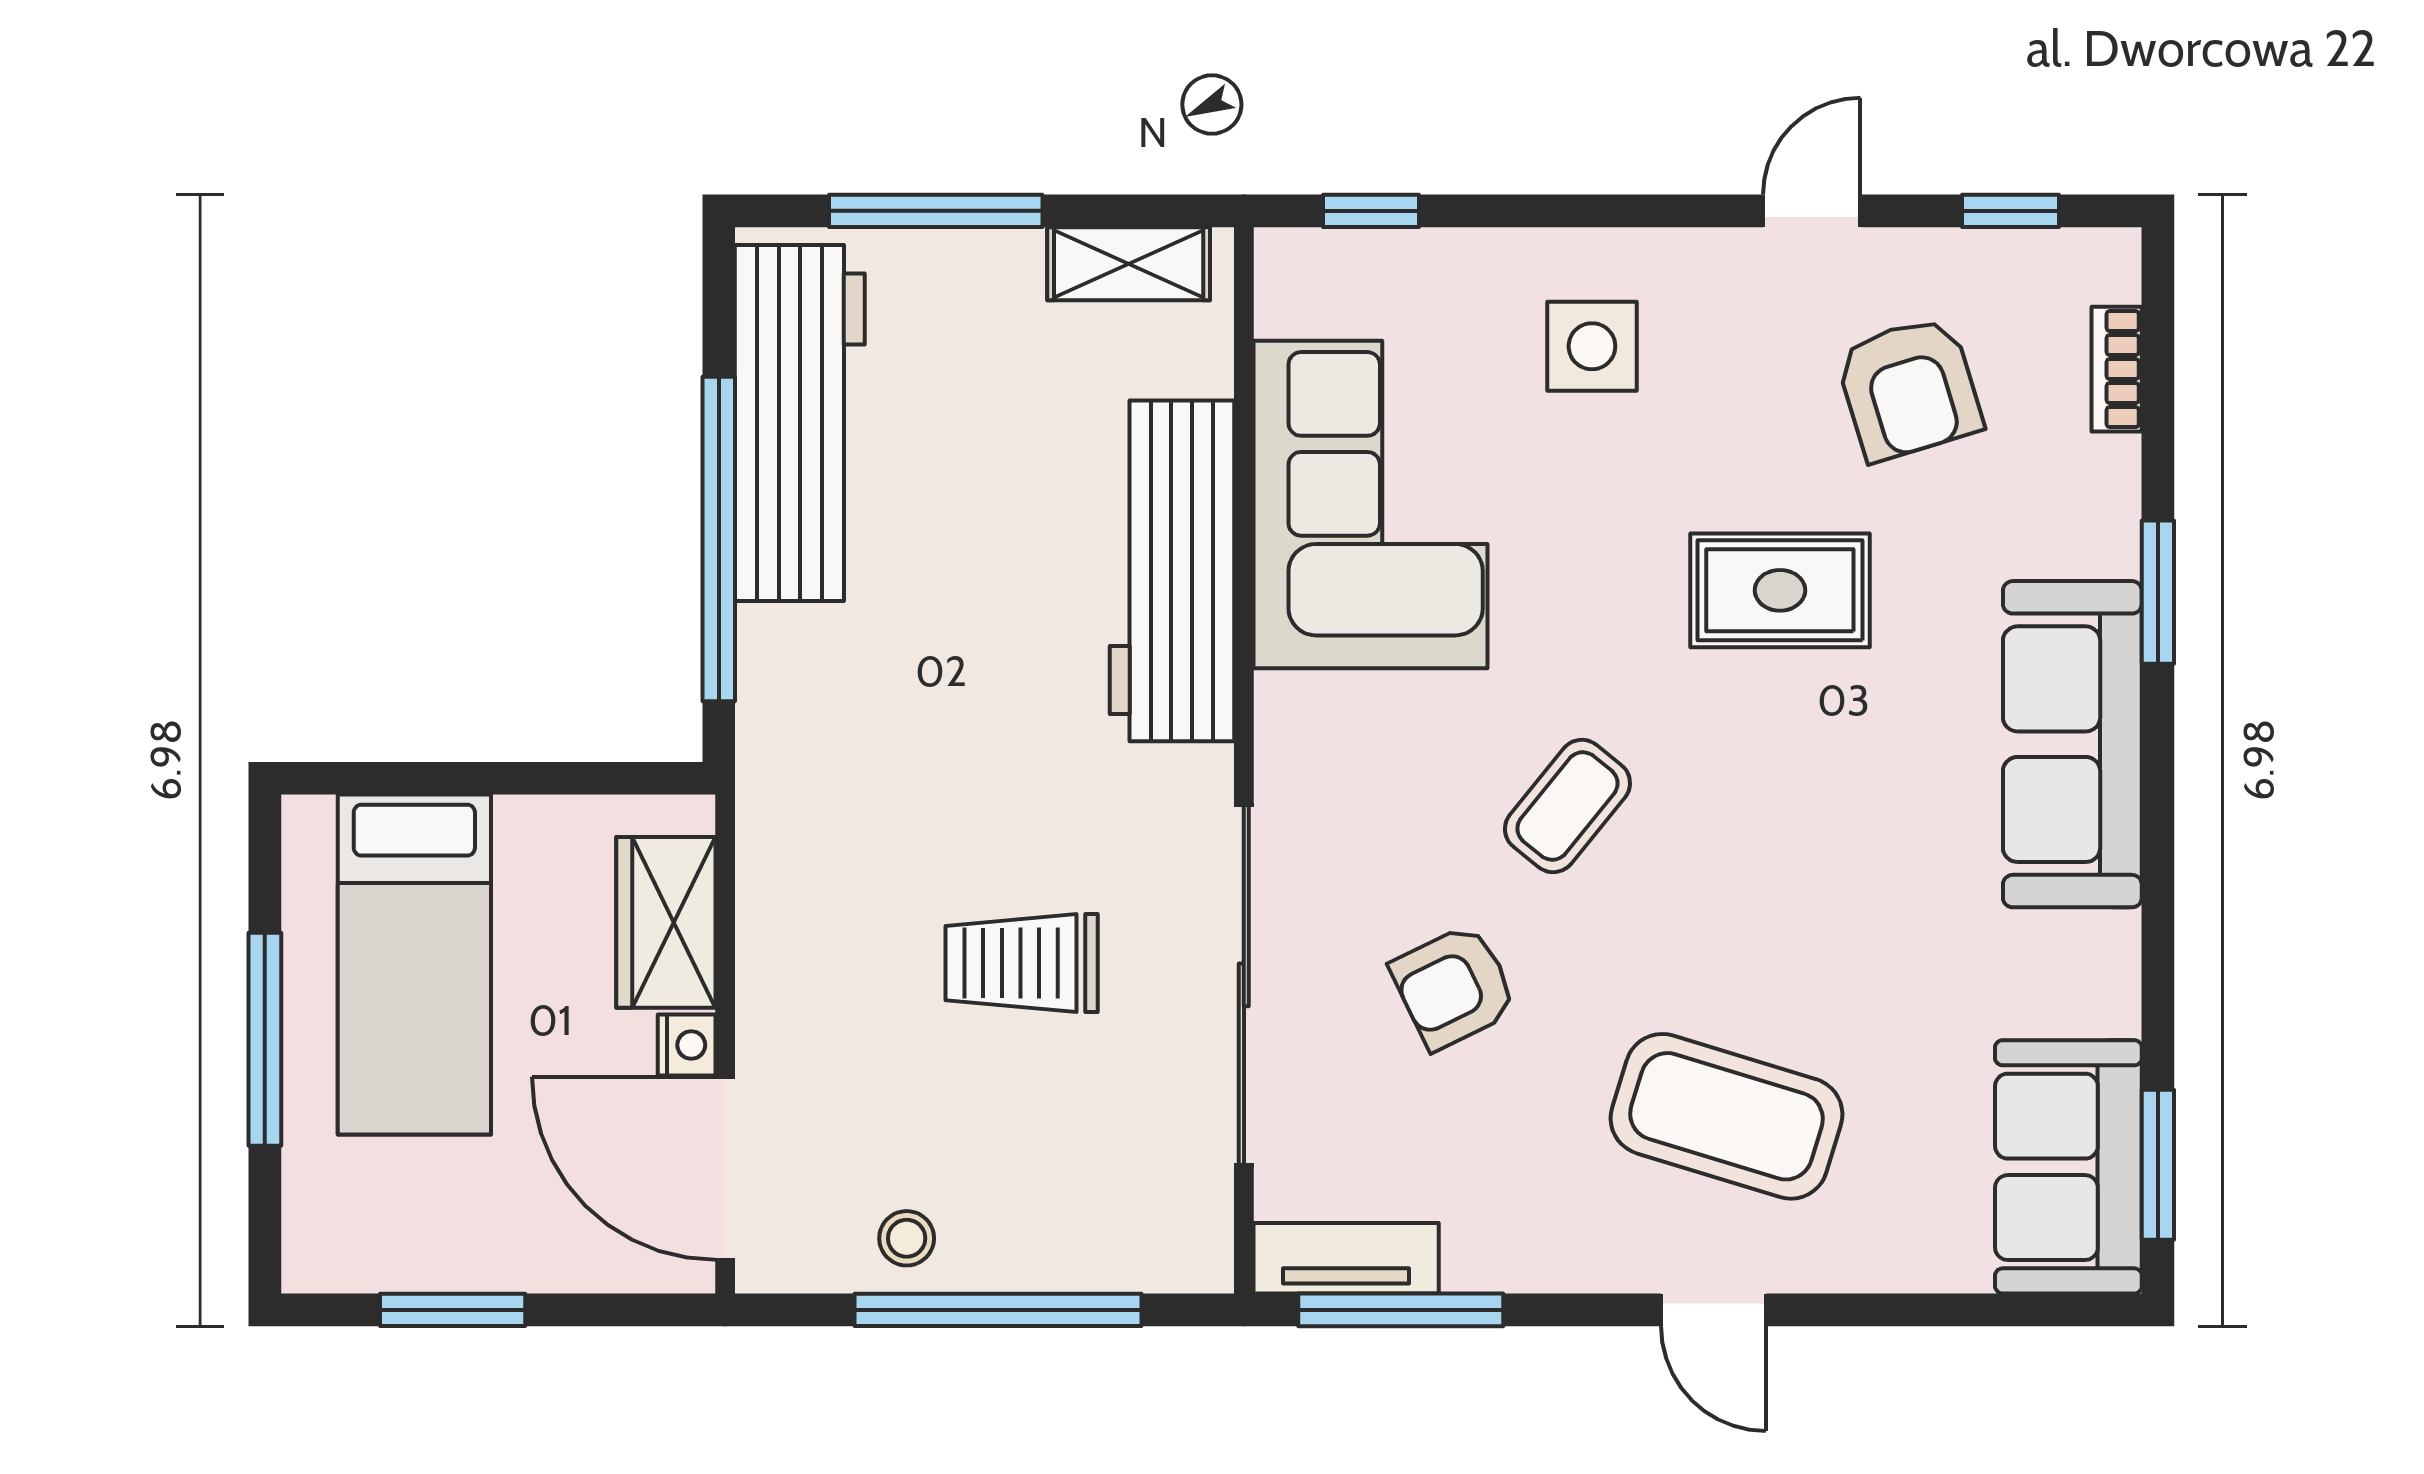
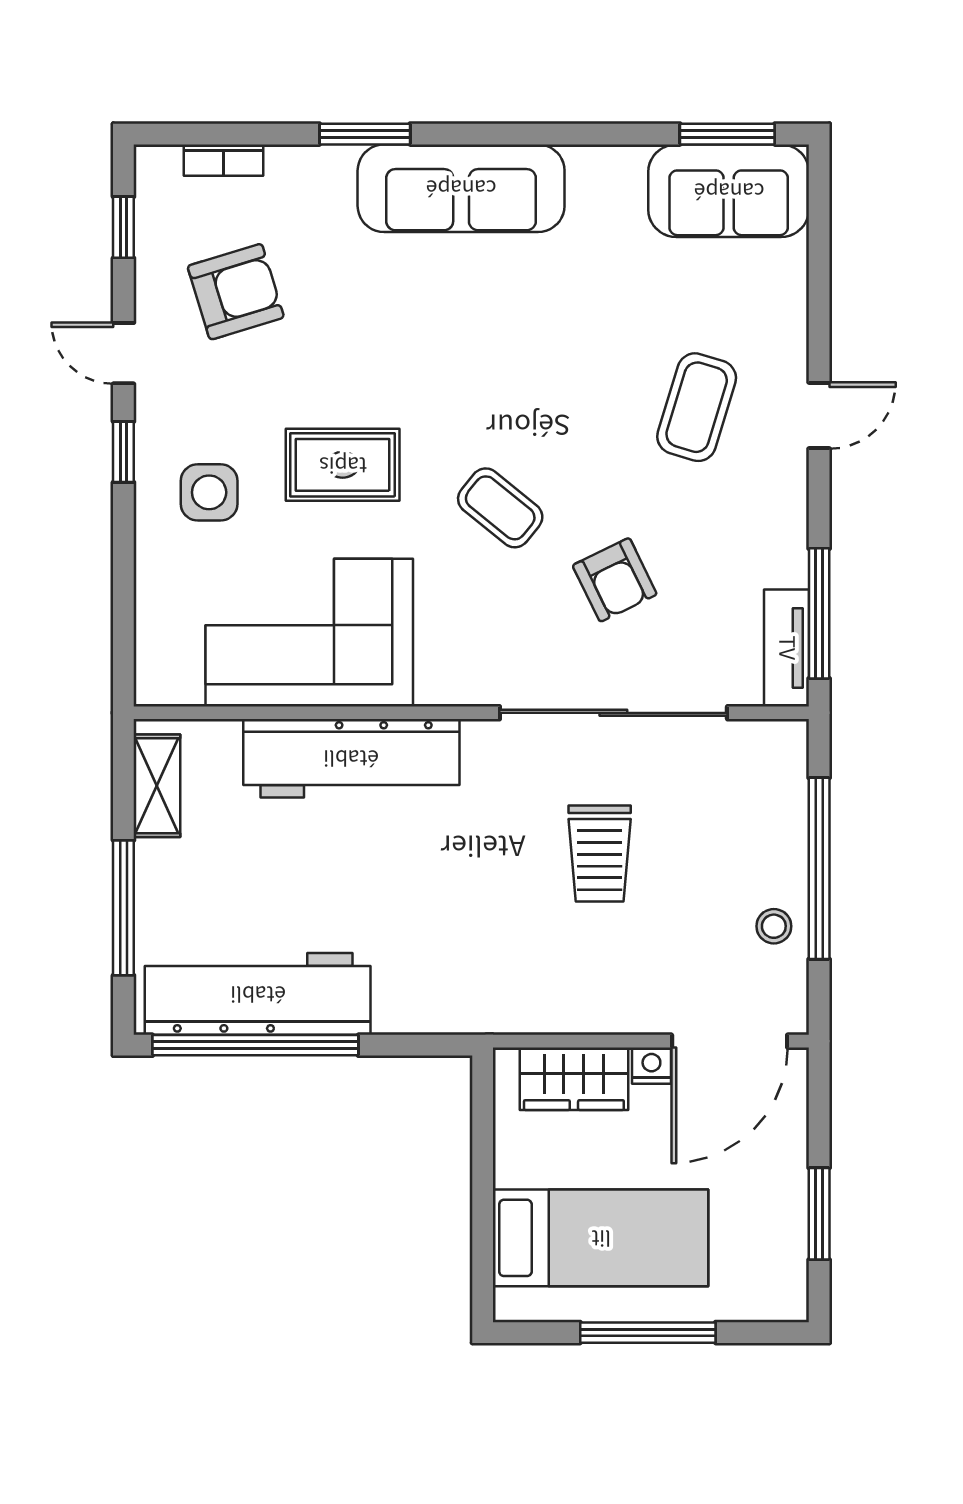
window: (1371, 211) -> (123, 452), moved
window: (719, 539) -> (255, 1045), moved
rug: (1780, 590) -> (343, 465), moved, turned 90
coffee table: (1726, 1116) -> (697, 407), width x0.73, depth x0.76

